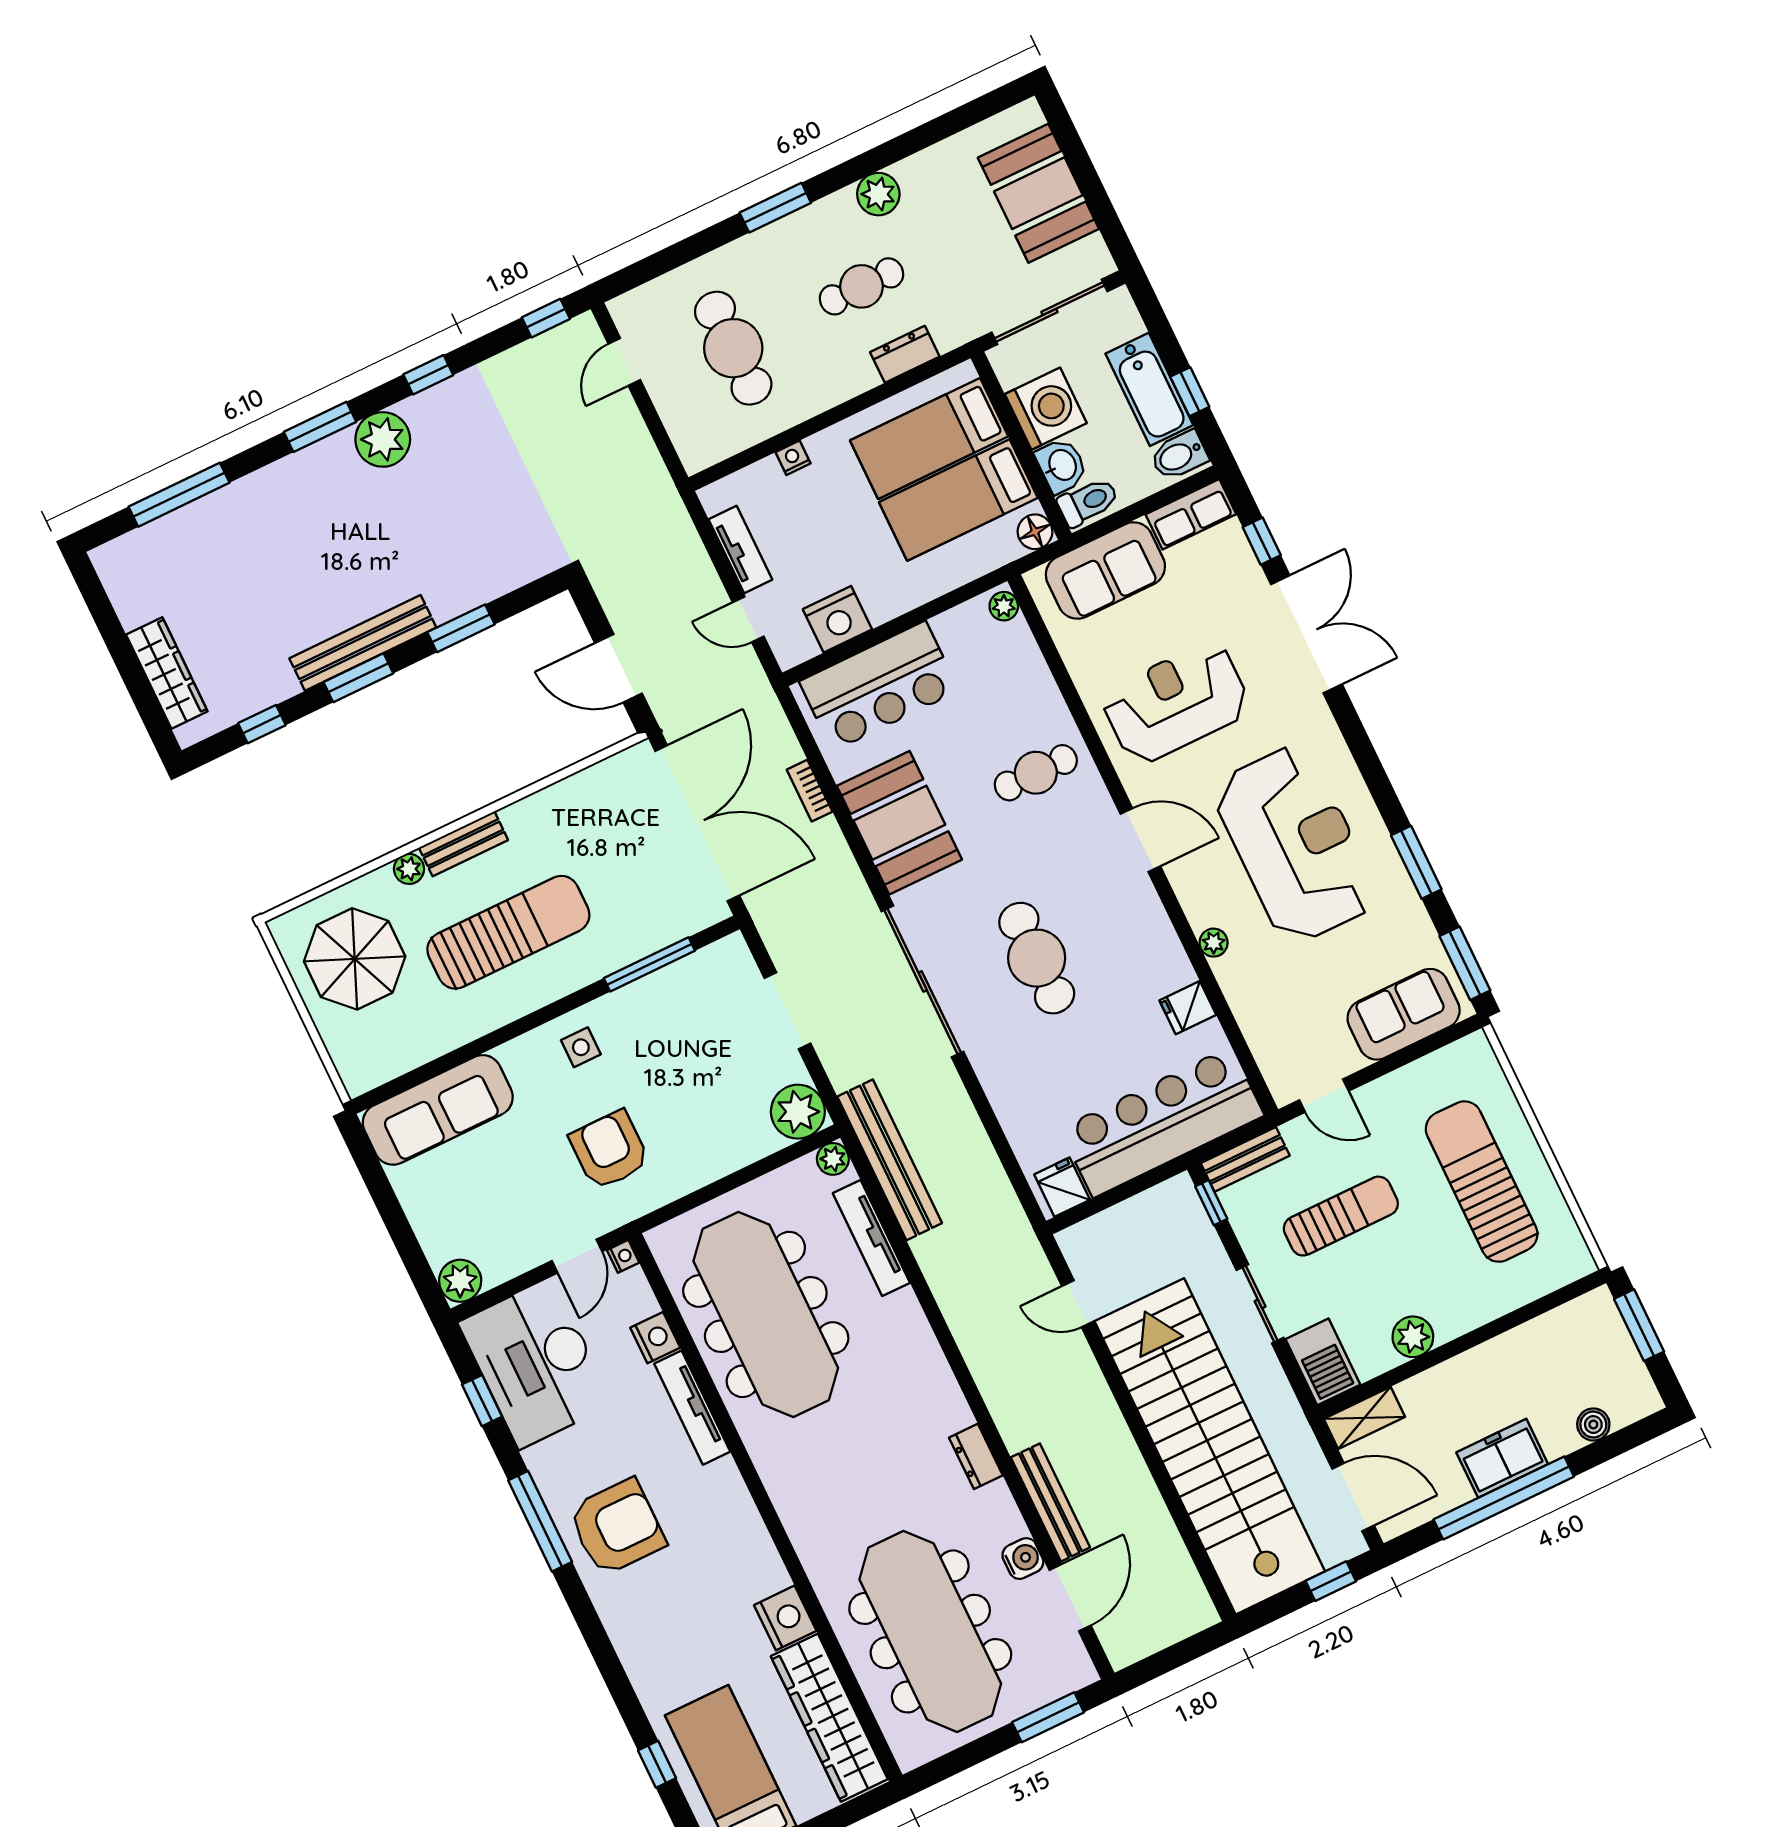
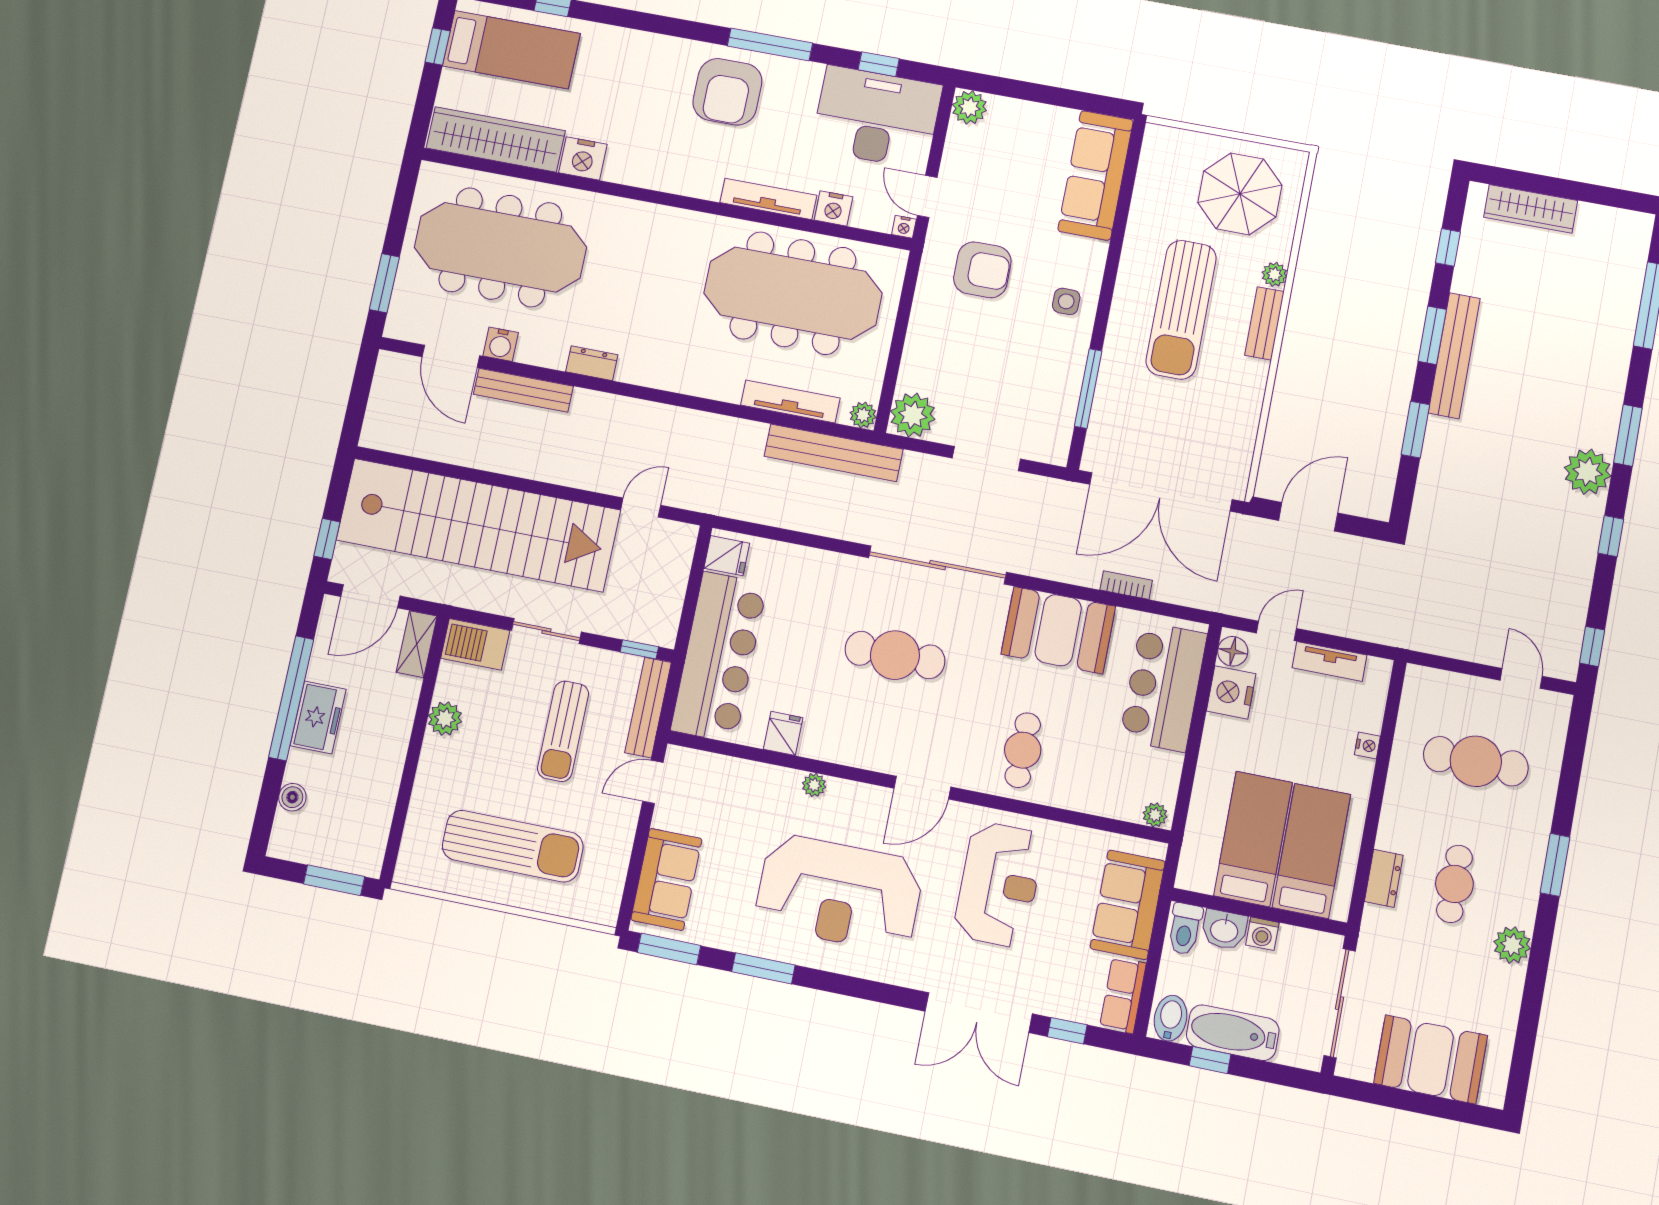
washing machine: (1046, 409) -> (1262, 934), width x0.53, depth x0.53
floor lamp: (1035, 532) -> (1233, 651), moved
bench: (1245, 1159) -> (648, 708), width x1.36

